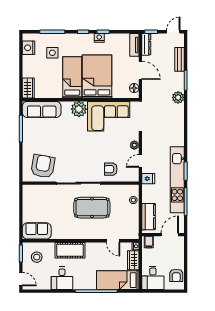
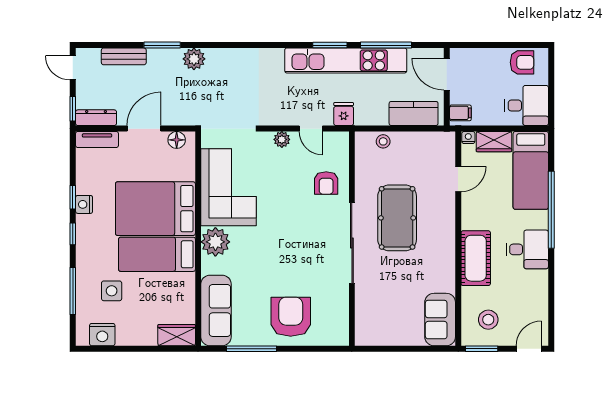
armchair: (43, 166) -> (291, 317), moved, turned 80
desk: (62, 278) -> (527, 249), moved

